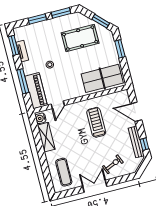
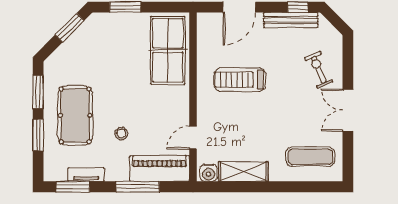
pool table: (80, 38) -> (75, 115), moved
door: (58, 105) -> (193, 138), swing flipped

